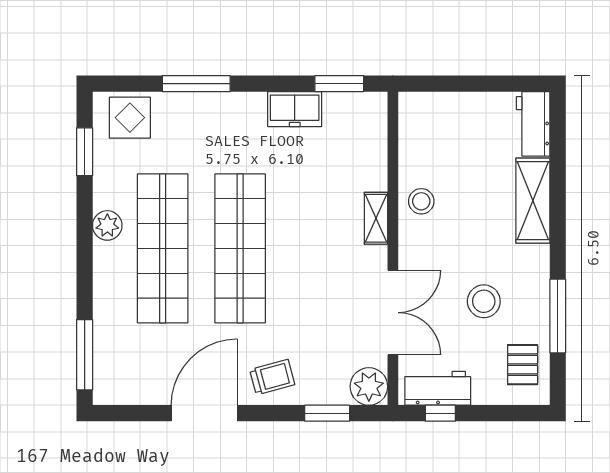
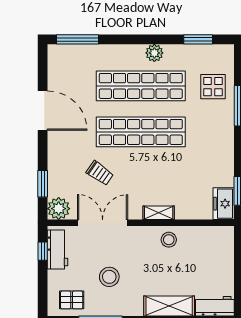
freezer: (295, 109) -> (224, 204), moved
display table: (130, 118) -> (213, 87), moved
double door: (393, 313) -> (103, 223), swing flipped
trolley: (272, 377) -> (100, 173), moved, turned -40

